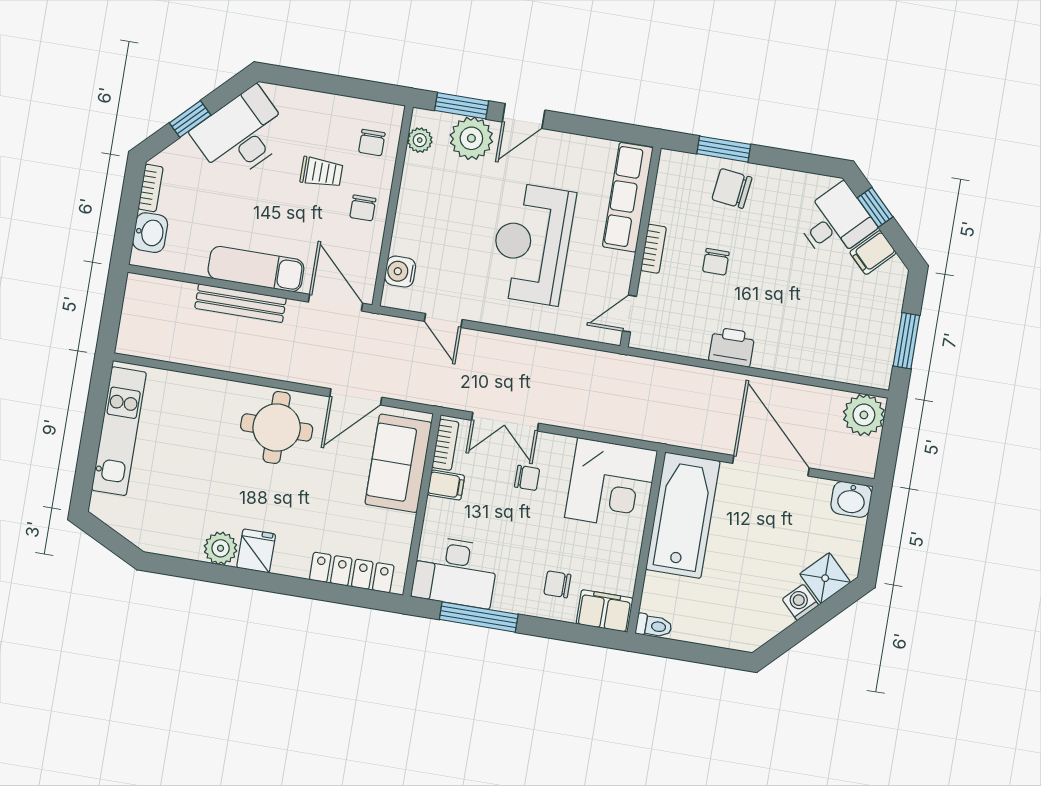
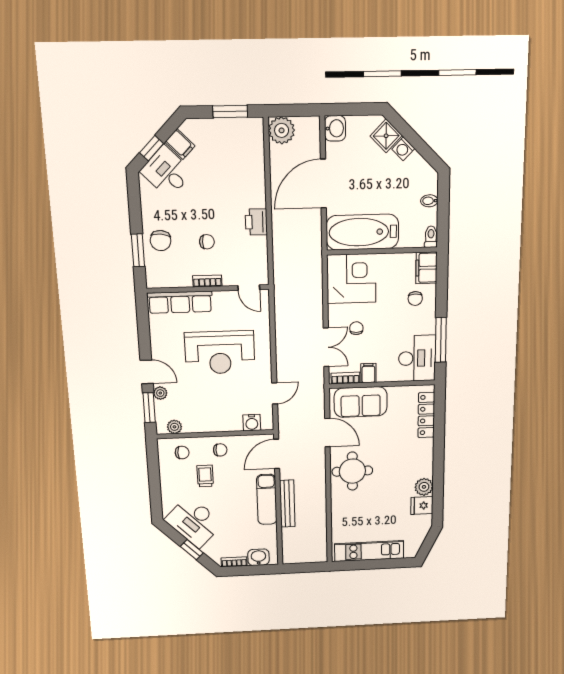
plant: (471, 138) -> (160, 393), width x0.53, depth x0.53
fridge: (256, 551) -> (422, 506), moved
bidet: (712, 632) -> (429, 201), added

